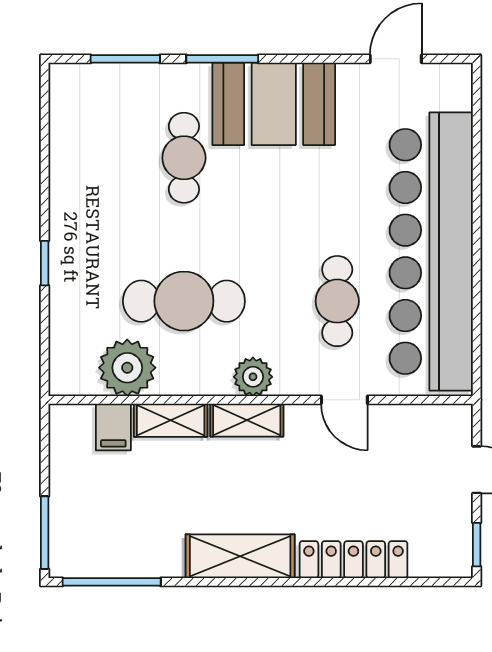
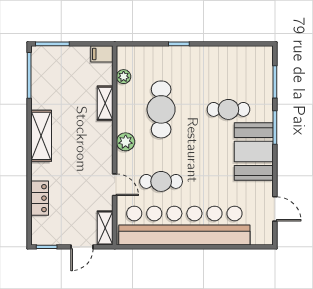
plant: (127, 368) -> (124, 77), width x0.53, depth x0.53
door: (344, 400) -> (115, 185), swing flipped
shelving: (247, 420) -> (105, 228), moved
filing cabinet: (113, 427) -> (102, 54), moved
locker: (353, 560) -> (40, 198), width x0.66

